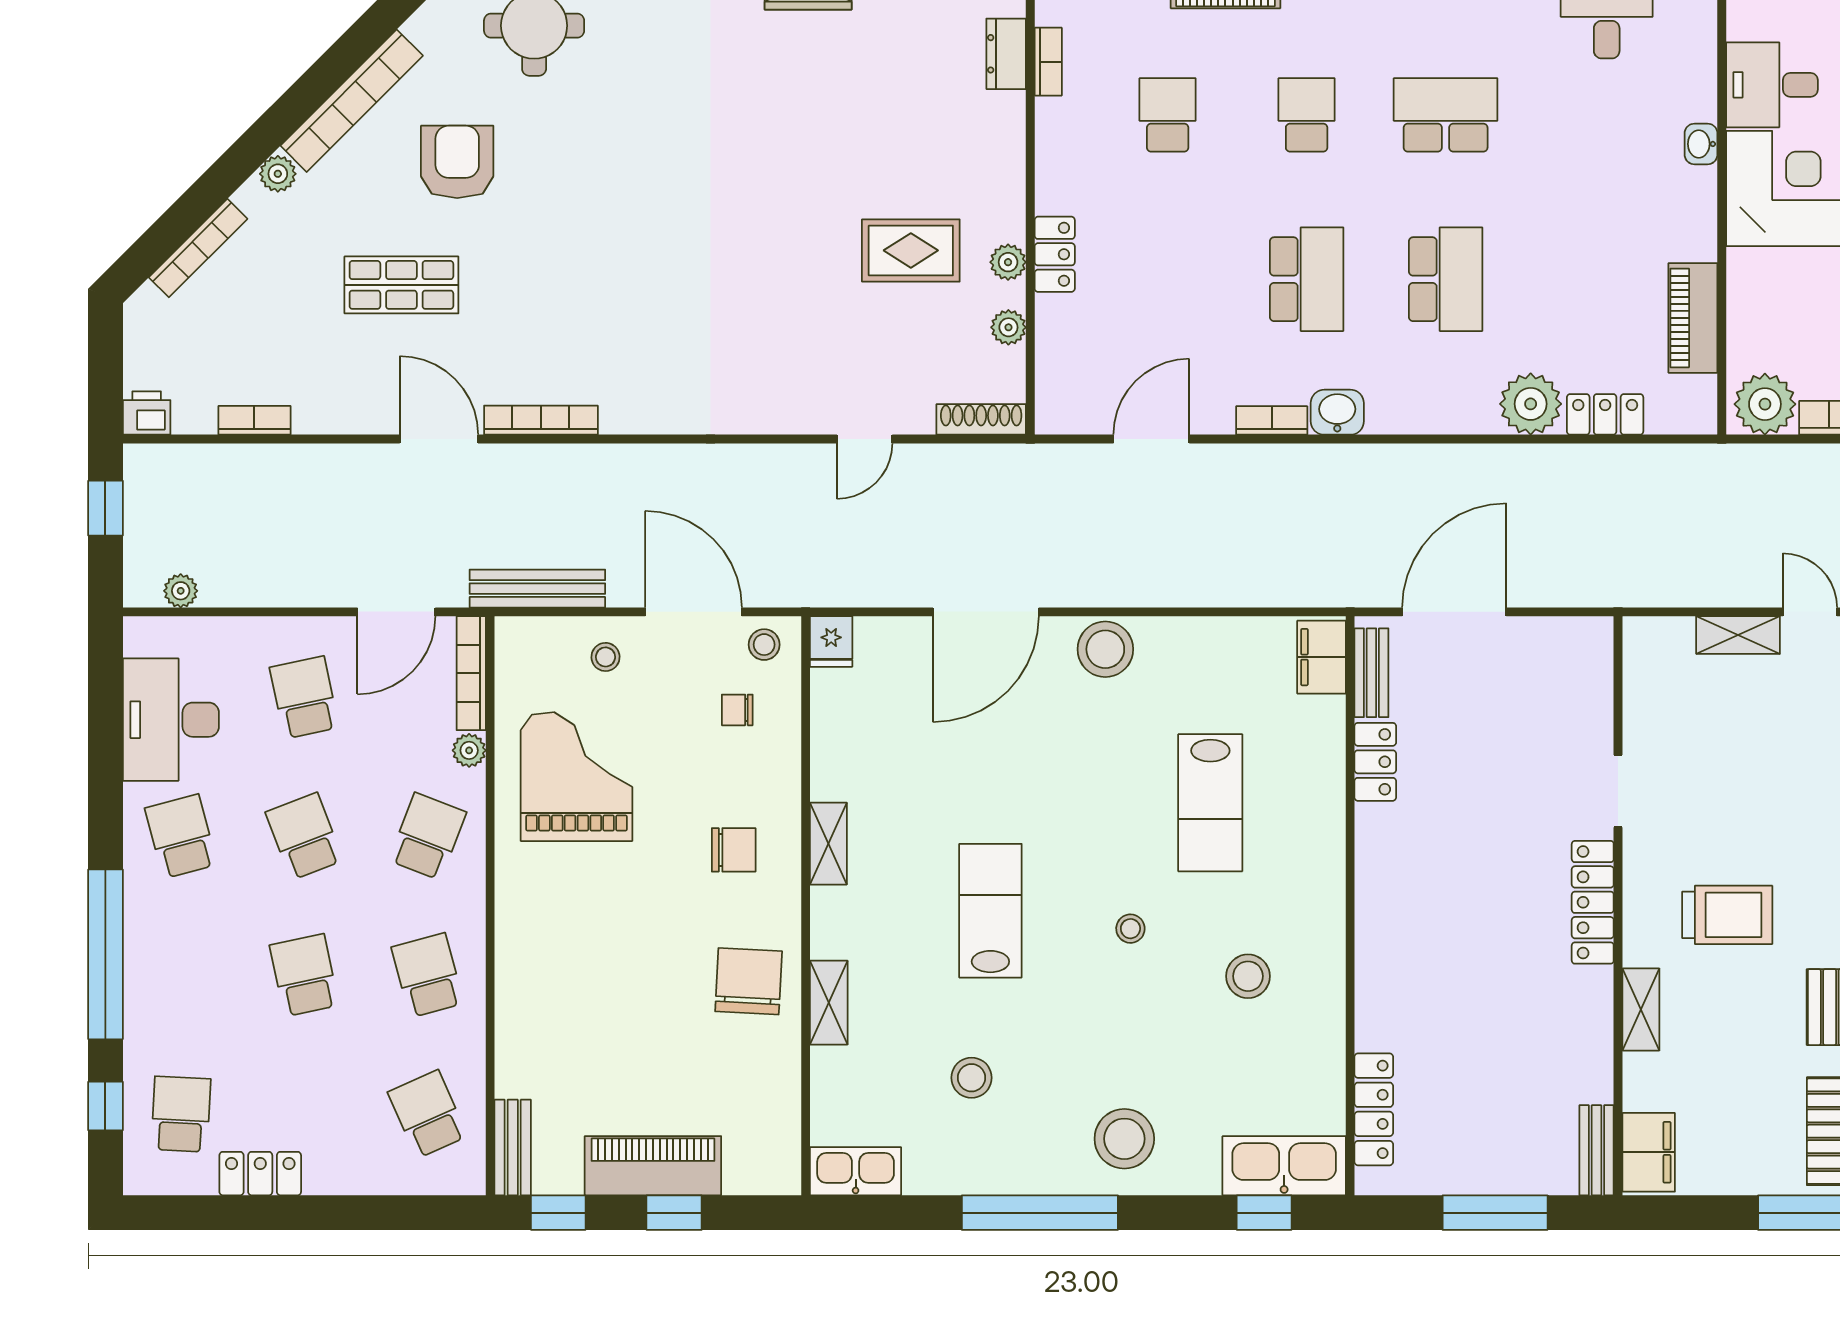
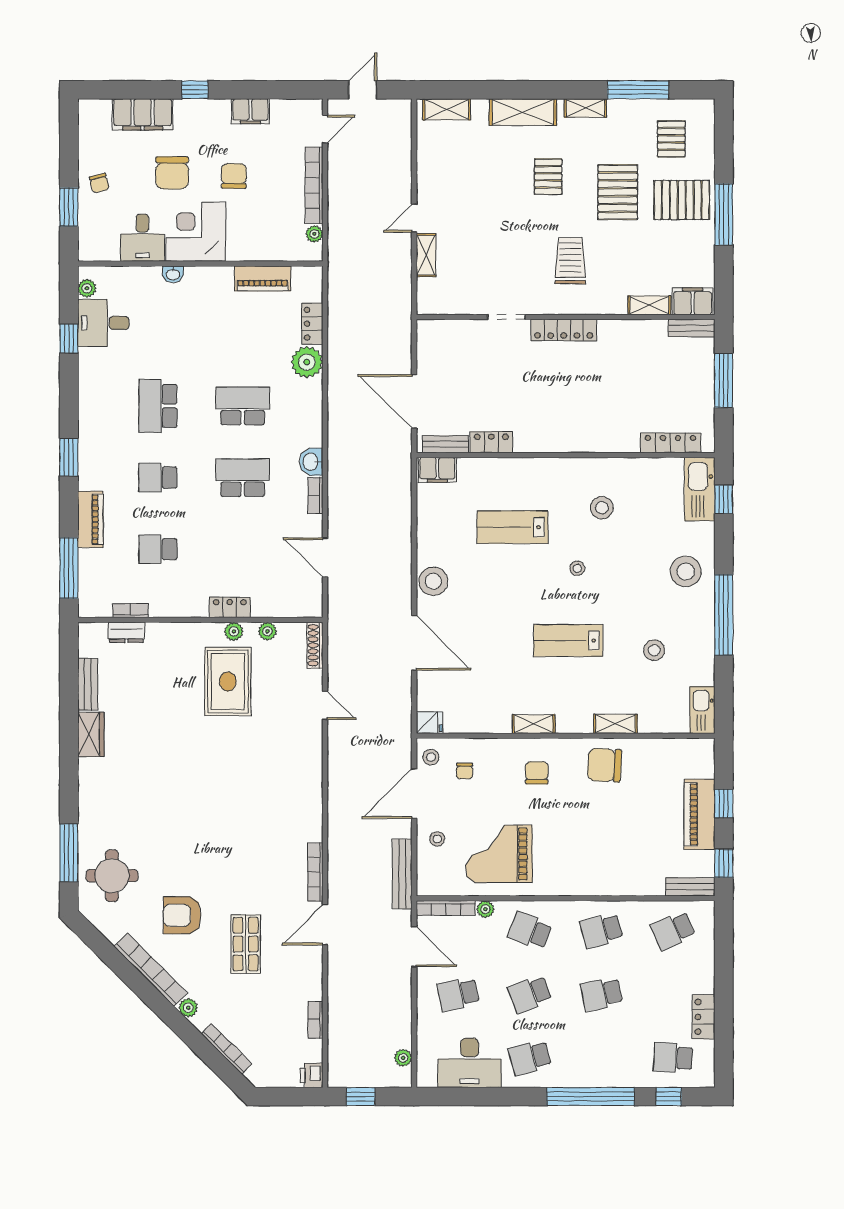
rug: (911, 250) -> (228, 682), width x1.36, depth x1.43
plant: (1765, 404) -> (314, 234), width x0.53, depth x0.53
lab bench: (1210, 803) -> (512, 527), turned 180
shelving: (1641, 1009) -> (649, 305), moved

